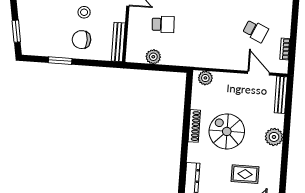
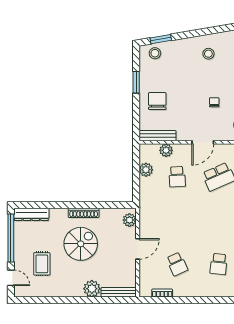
stool: (84, 12) -> (155, 53), moved
school desk: (255, 31) -> (177, 264), turned -48
plant: (134, 34) -> (166, 150), added
door: (259, 73) -> (138, 249), moved
plant: (274, 137) -> (92, 289), moved

